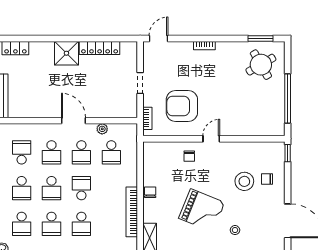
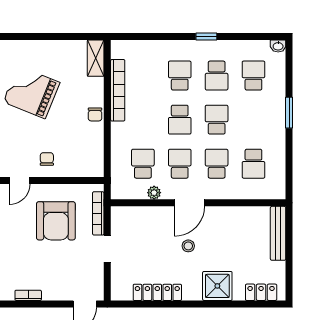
shower: (66, 53) -> (217, 286), moved
stool: (74, 86) -> (188, 246), added
armchair: (182, 106) -> (56, 221), turned 90
bookcase: (147, 118) -> (98, 213), width x1.56
door: (74, 121) -> (189, 203), hinge flipped
school desk: (22, 188) -> (253, 120), removed
school desk: (51, 224) -> (217, 76), turned 180

